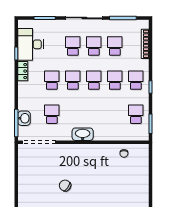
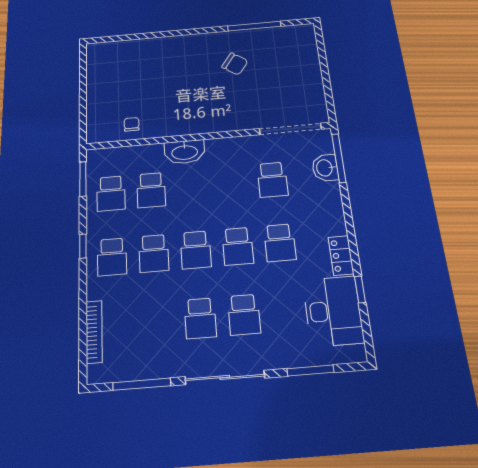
school desk: (115, 46) -> (151, 190), moved
washbasin: (83, 134) -> (185, 152), moved

